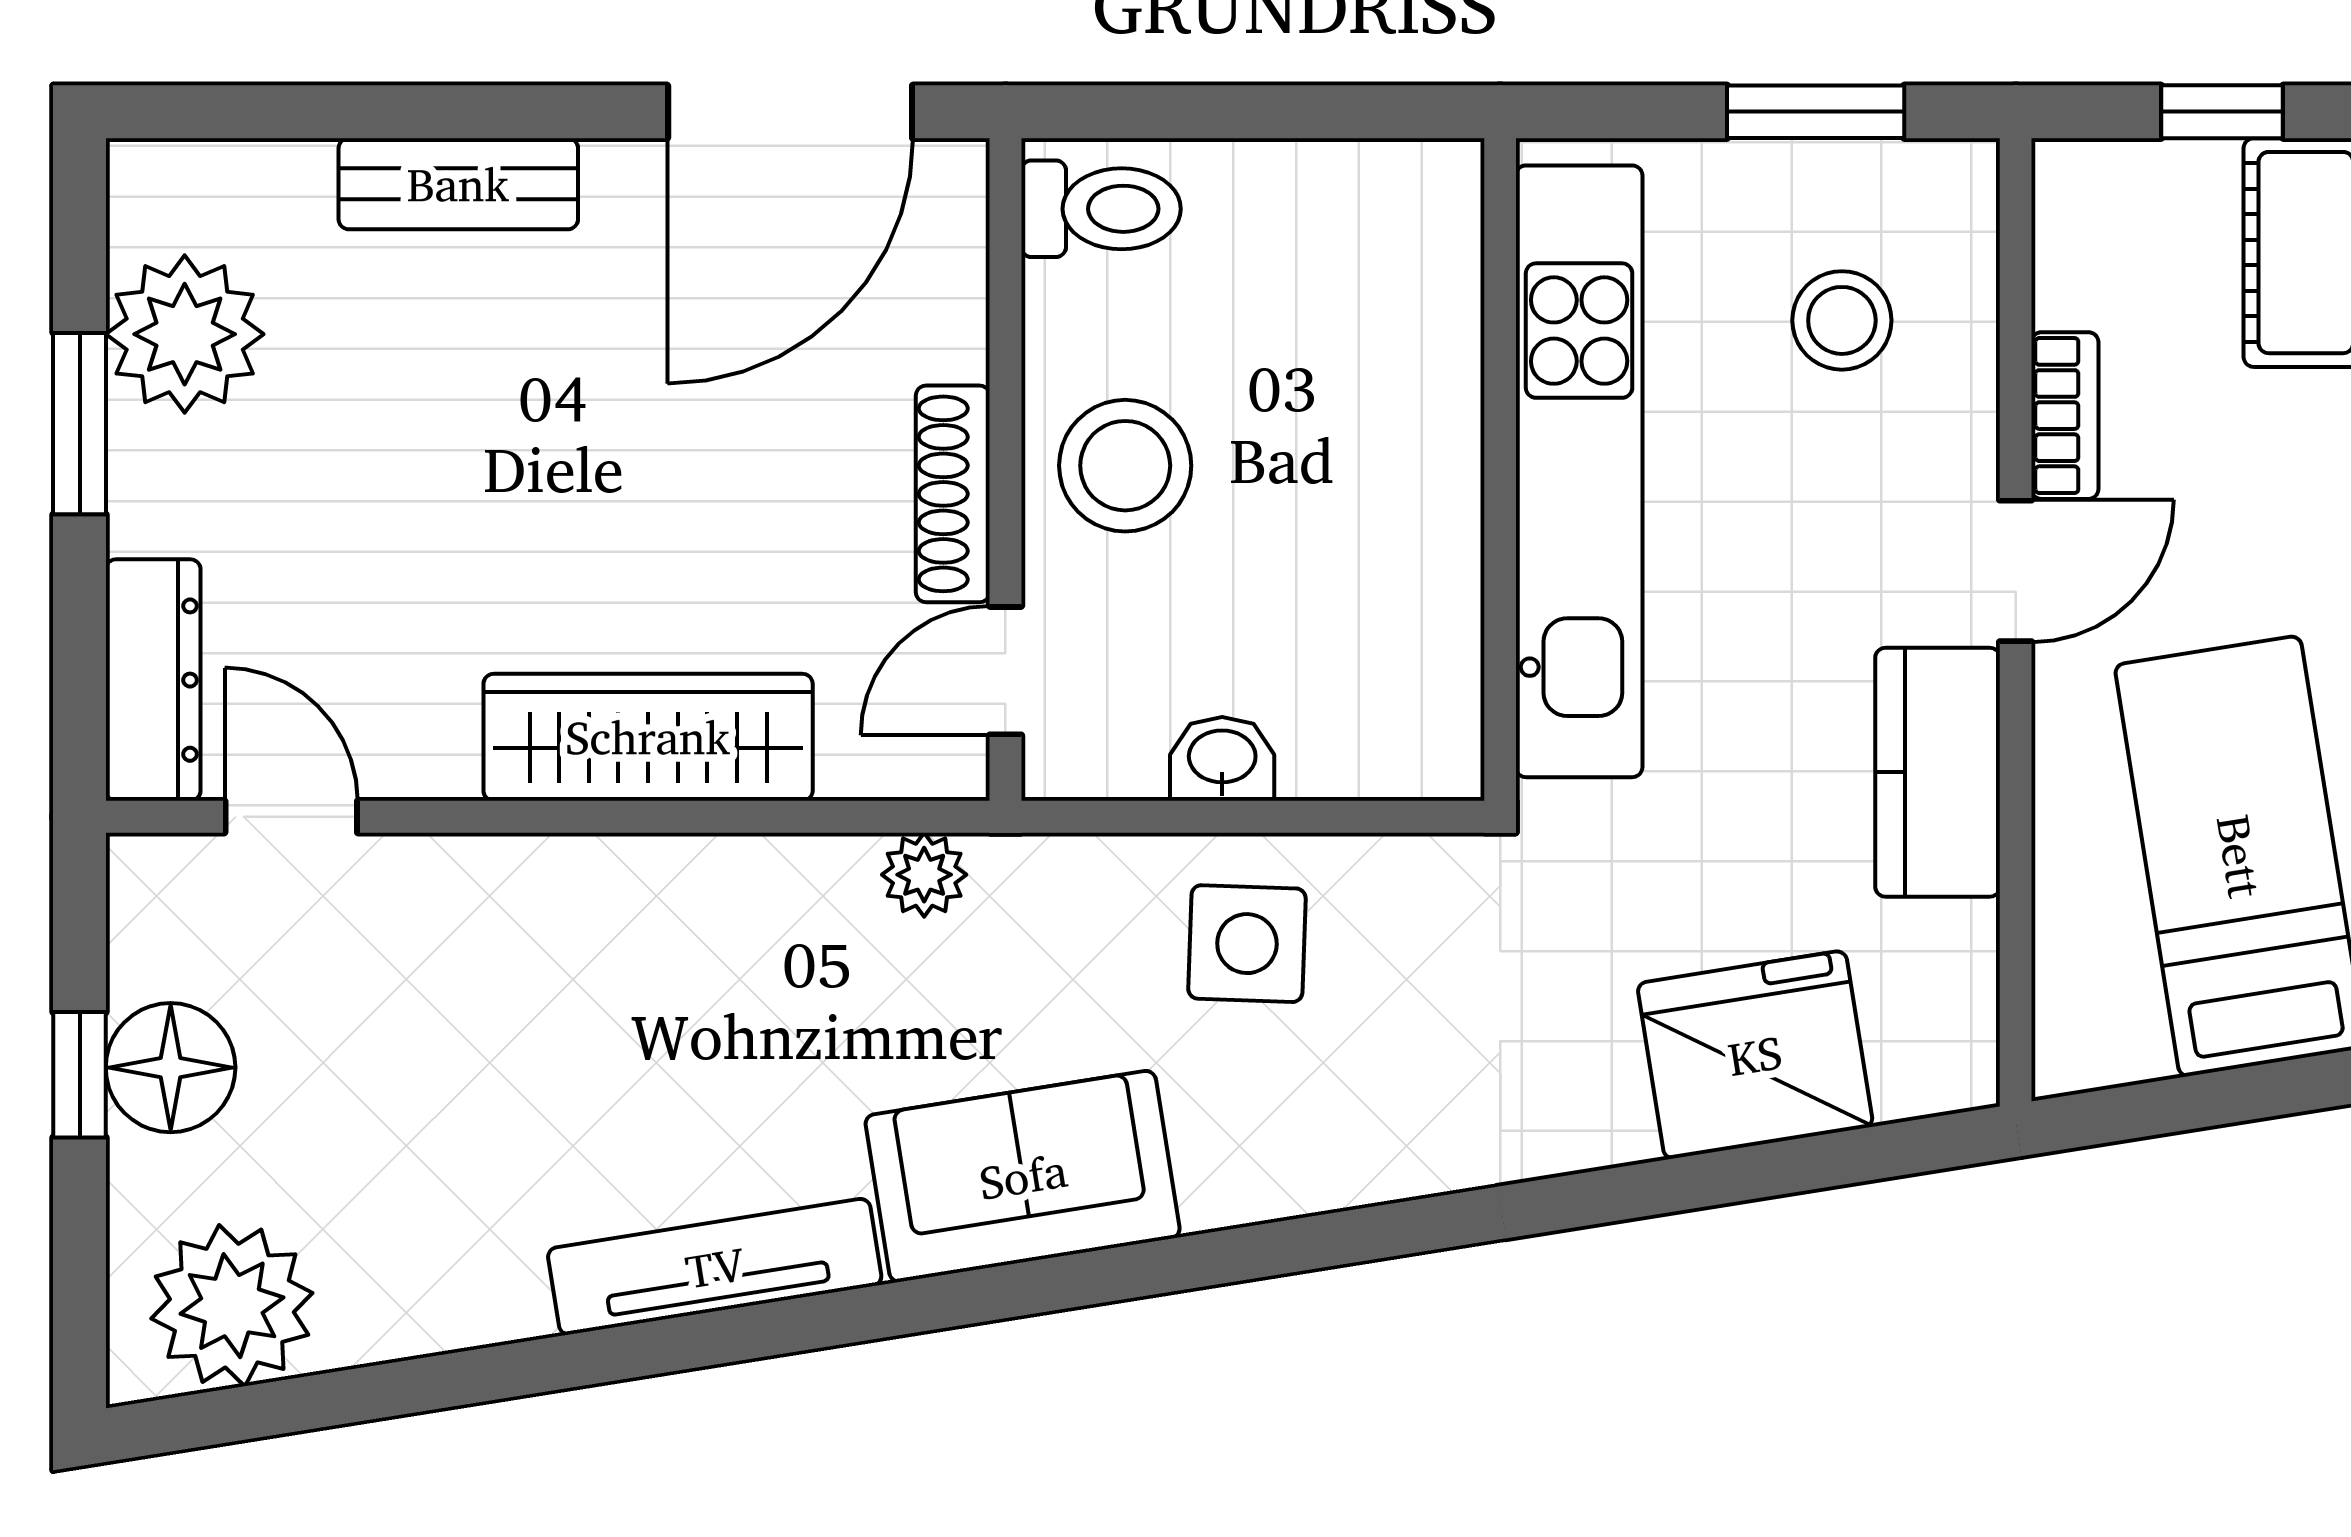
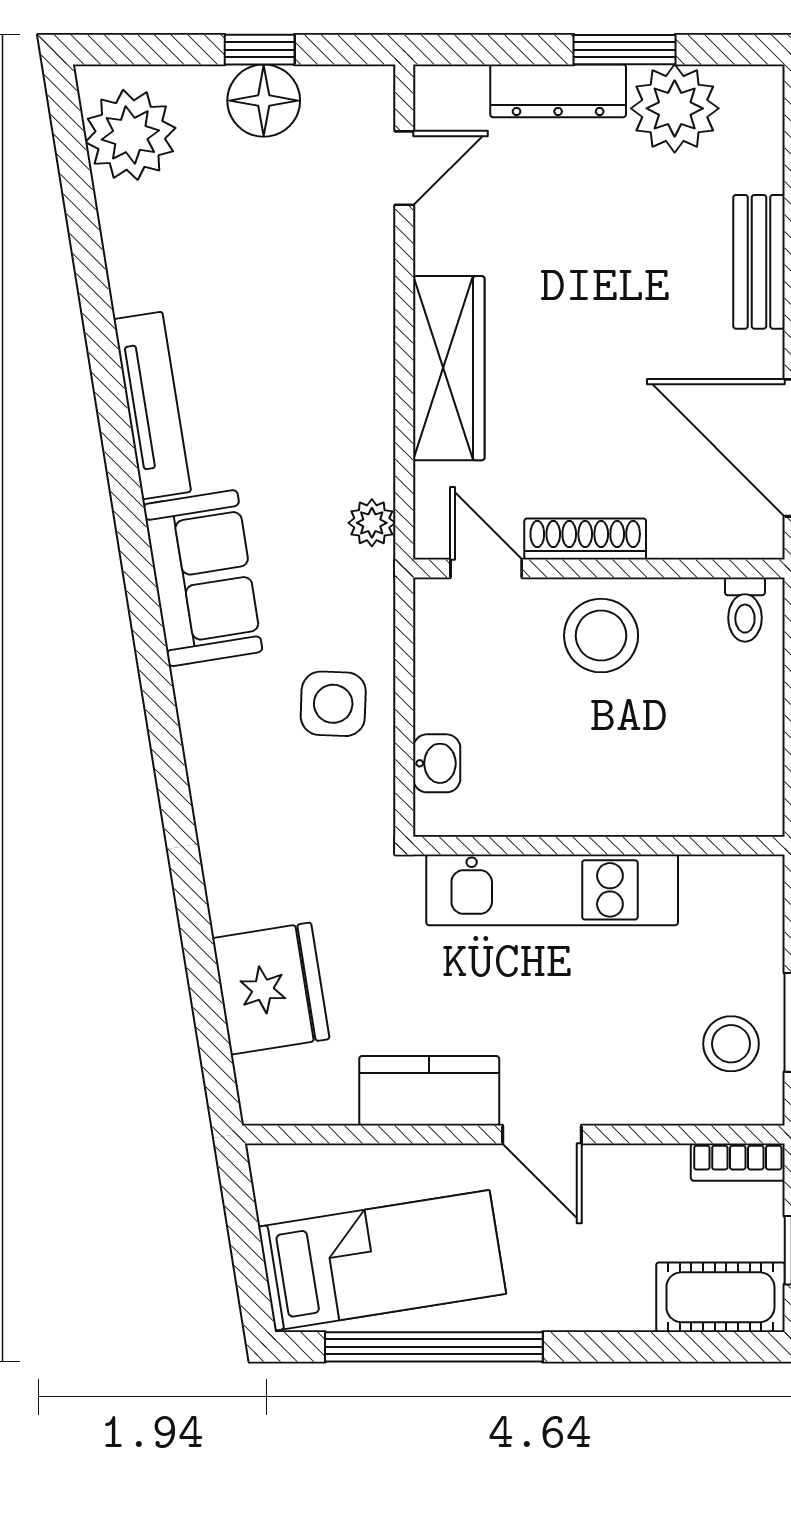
toilet: (1101, 209) -> (745, 610), width x0.73, depth x0.72
stool: (1842, 320) -> (731, 1044), moved
bookcase: (2065, 416) -> (738, 1162), moved
kitchen unit: (1579, 471) -> (552, 890), width x0.73
dresser: (153, 680) -> (558, 91), moved
washbasin: (1222, 759) -> (437, 763), moved

